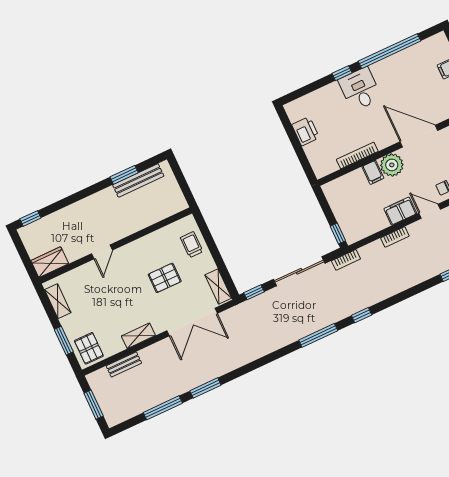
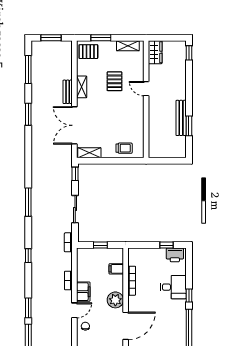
desk: (360, 89) -> (173, 287), moved
printer: (306, 131) -> (175, 255), moved
window: (291, 132) -> (167, 245), added
filing cabinet: (373, 172) -> (116, 269), moved
bench: (138, 180) -> (181, 118), moved
window: (338, 234) -> (100, 245), moved
sliding door: (299, 271) -> (75, 209), width x0.73
pallet: (165, 278) -> (115, 81), moved
window: (362, 315) -> (28, 256), moved
bench: (124, 364) -> (68, 92), moved
window: (163, 408) -> (28, 69), moved

